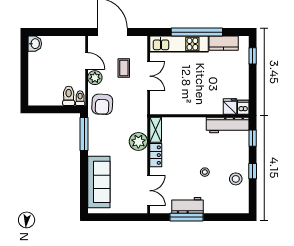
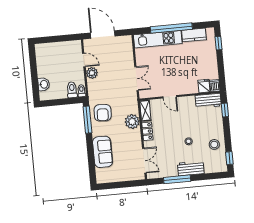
washbasin: (35, 44) -> (44, 84), moved
coffee table: (124, 68) -> (115, 63), removed
double door: (149, 76) -> (137, 79), moved
armchair: (102, 104) -> (103, 113), moved
door: (187, 116) -> (170, 97), added
workbench: (228, 125) -> (208, 101), width x0.73
window: (253, 171) -> (229, 158), moved
sofa: (99, 182) -> (103, 152), width x0.73
workbench: (187, 205) -> (191, 168), moved

